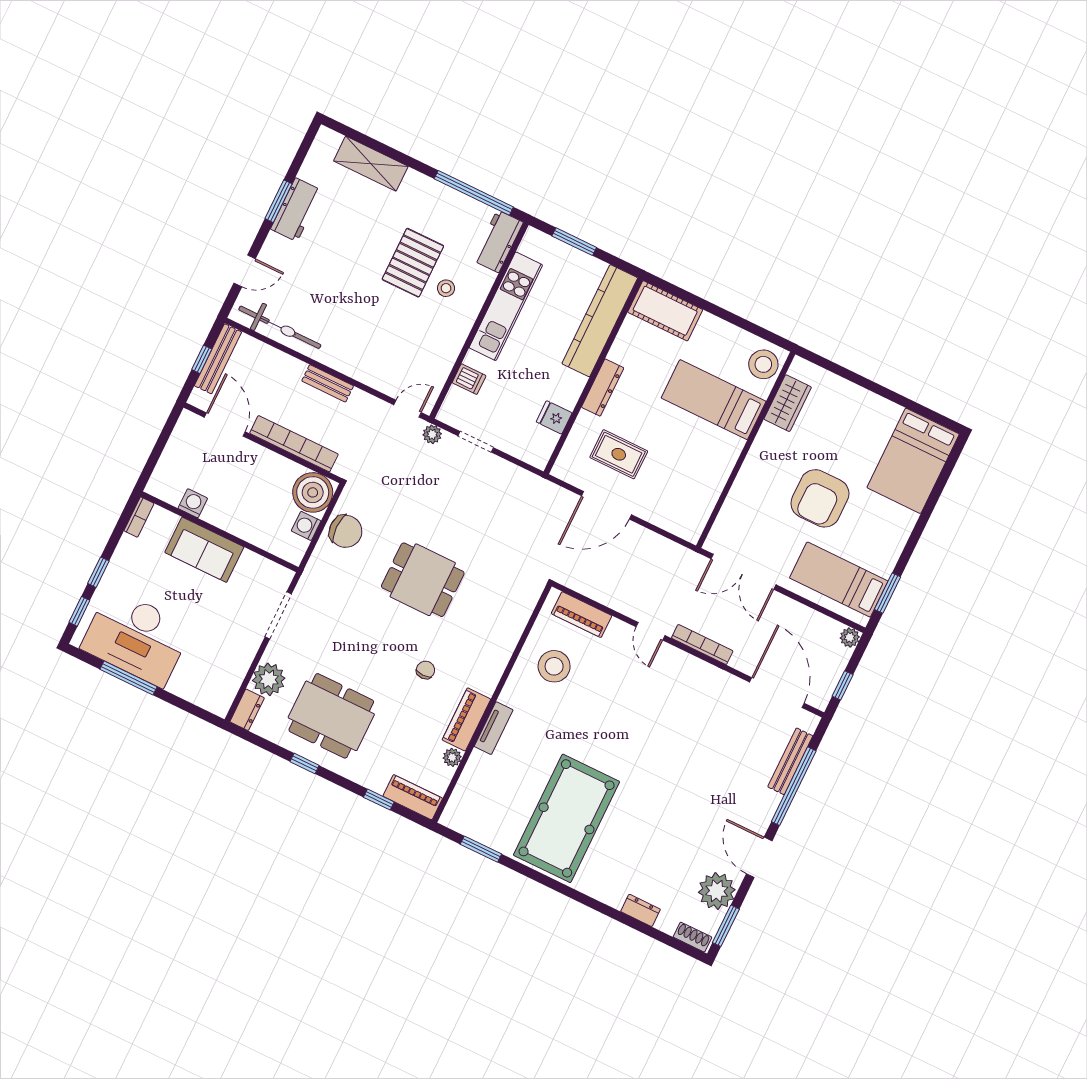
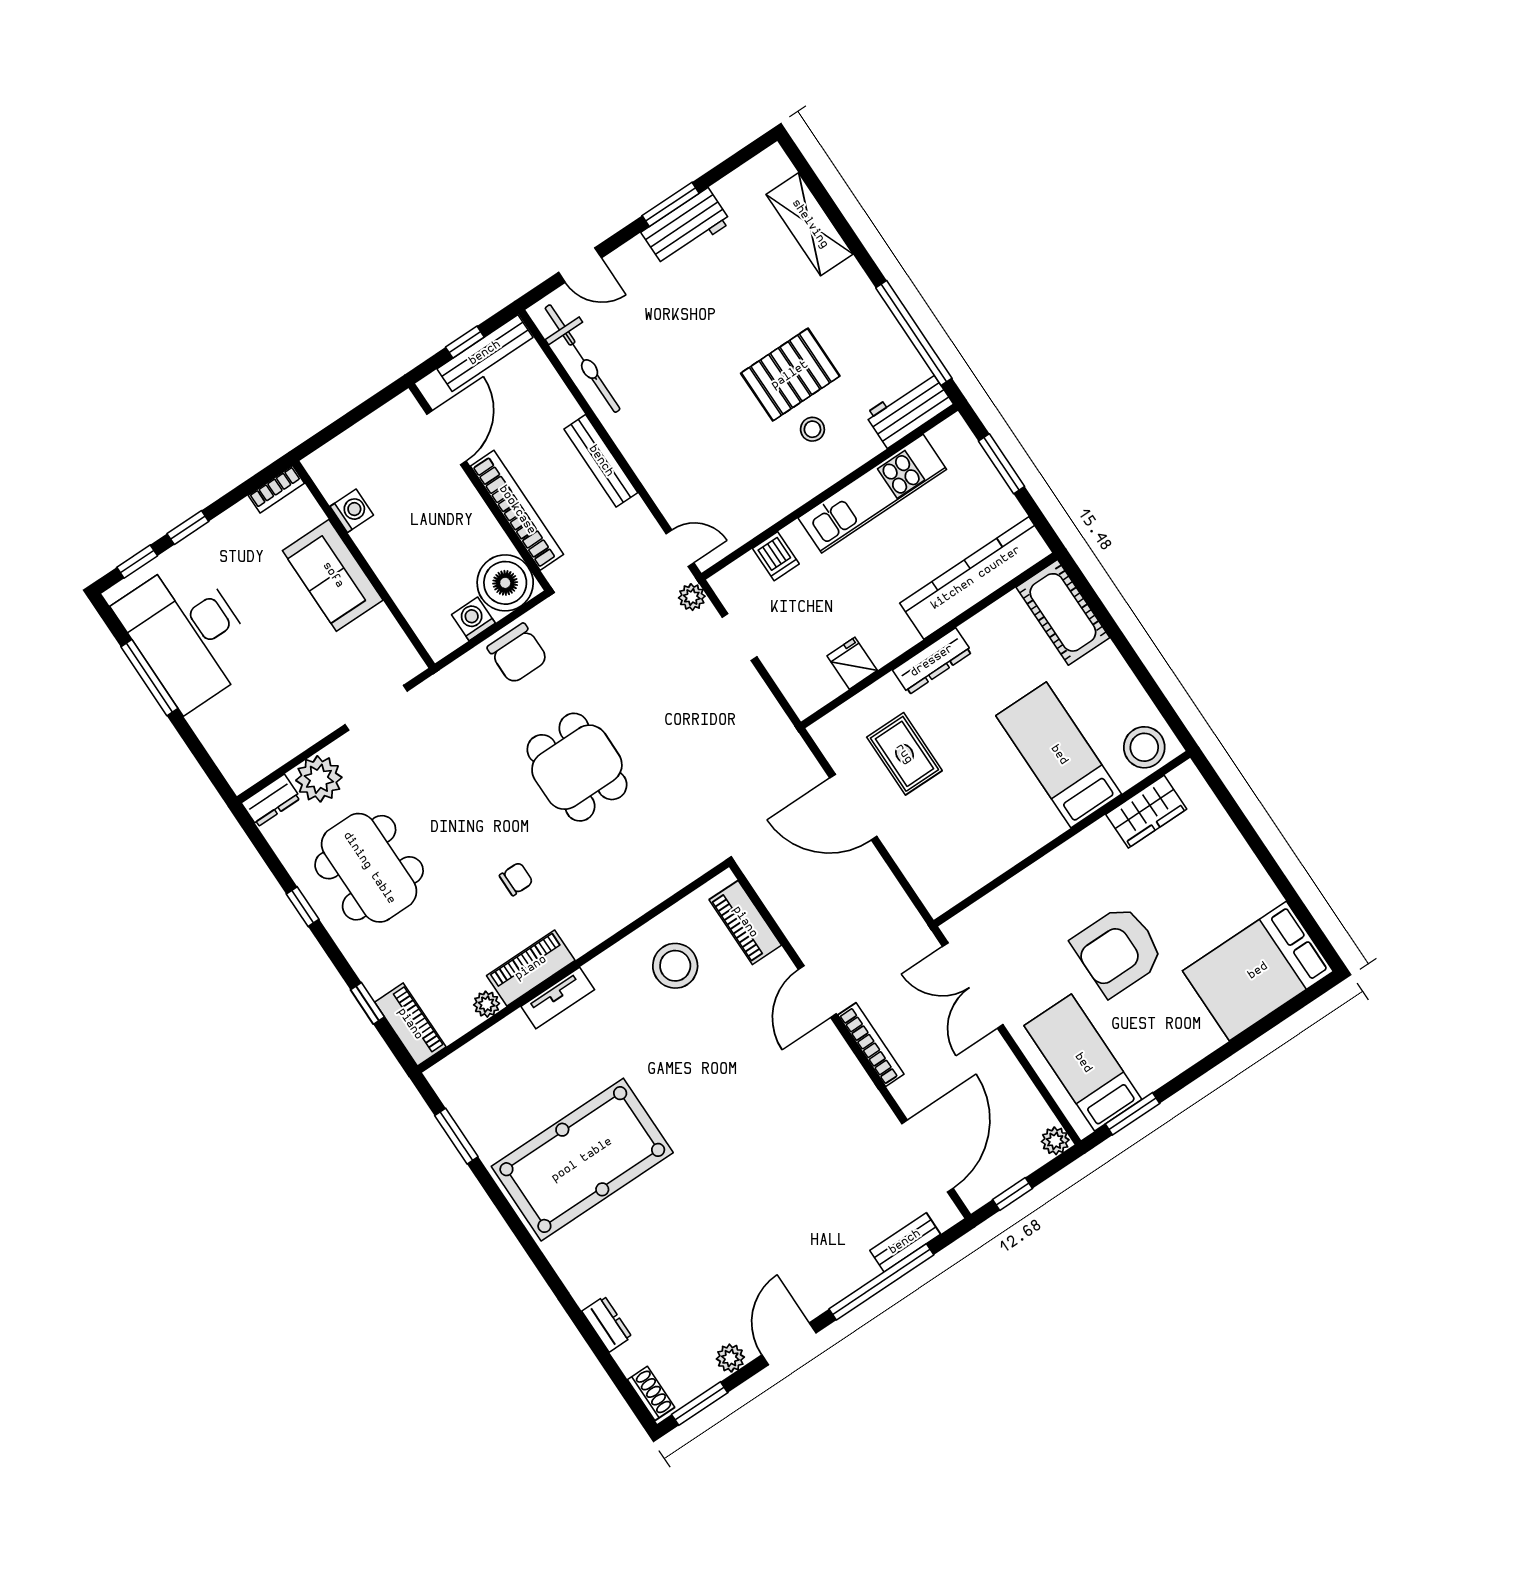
bench: (328, 383) -> (601, 461), width x1.36
door: (650, 631) -> (817, 992), width x1.38
bench: (790, 761) -> (905, 1242), width x0.73
plant: (717, 891) -> (730, 1358), width x0.53, depth x0.53

